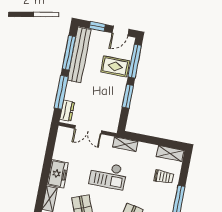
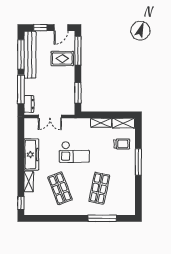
window: (128, 96) -> (78, 93), moved
shelving: (125, 144) -> (101, 123), moved
freezer: (58, 174) -> (31, 155), width x1.40

